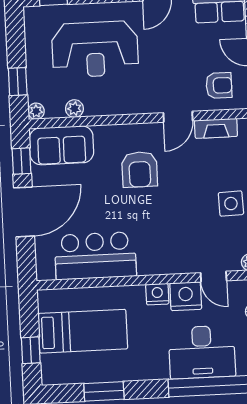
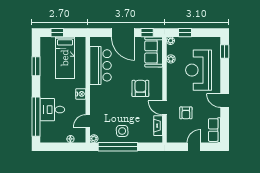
armchair: (219, 85) -> (186, 113), moved
armchair: (140, 170) -> (140, 88), turned 90
nightstand: (186, 296) -> (79, 107), removed
desk: (202, 352) -> (52, 110), width x0.73

